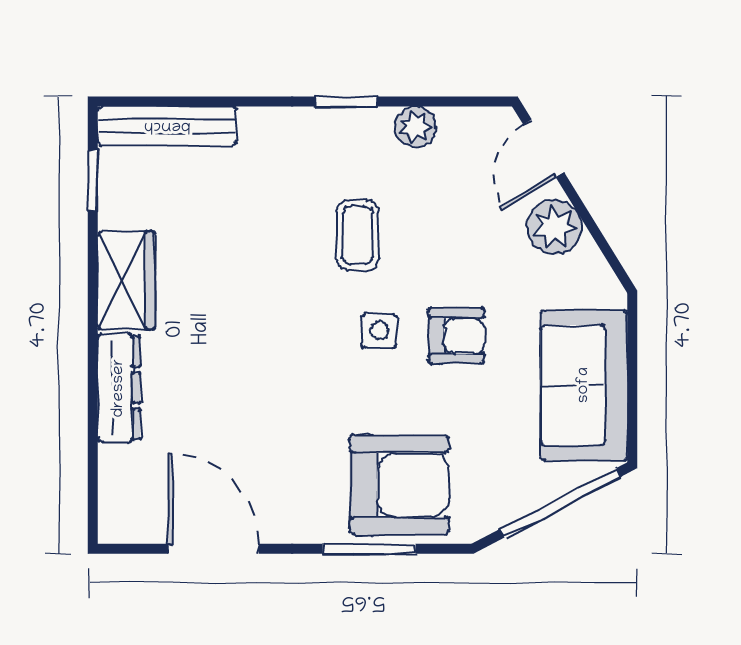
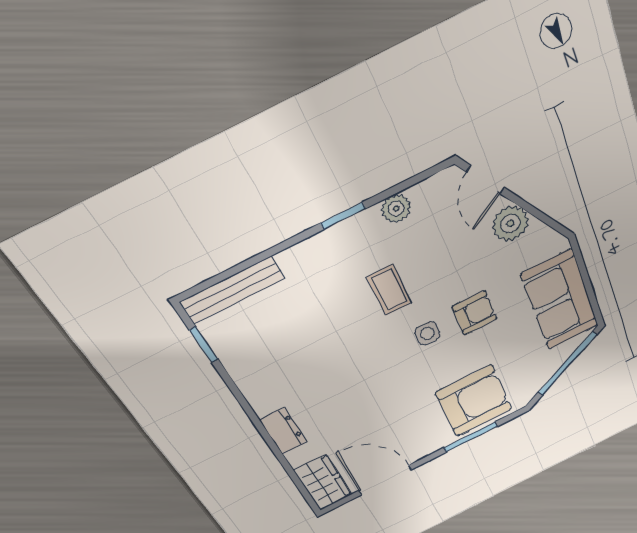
wardrobe: (126, 281) -> (323, 482), moved
dresser: (119, 388) -> (283, 431), width x0.70

